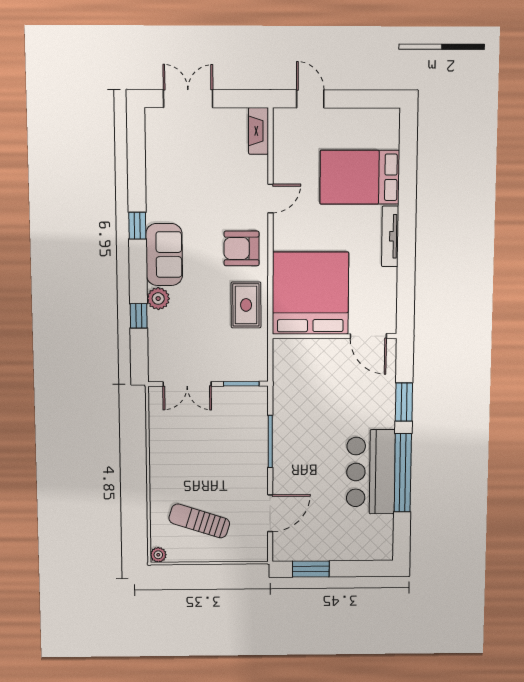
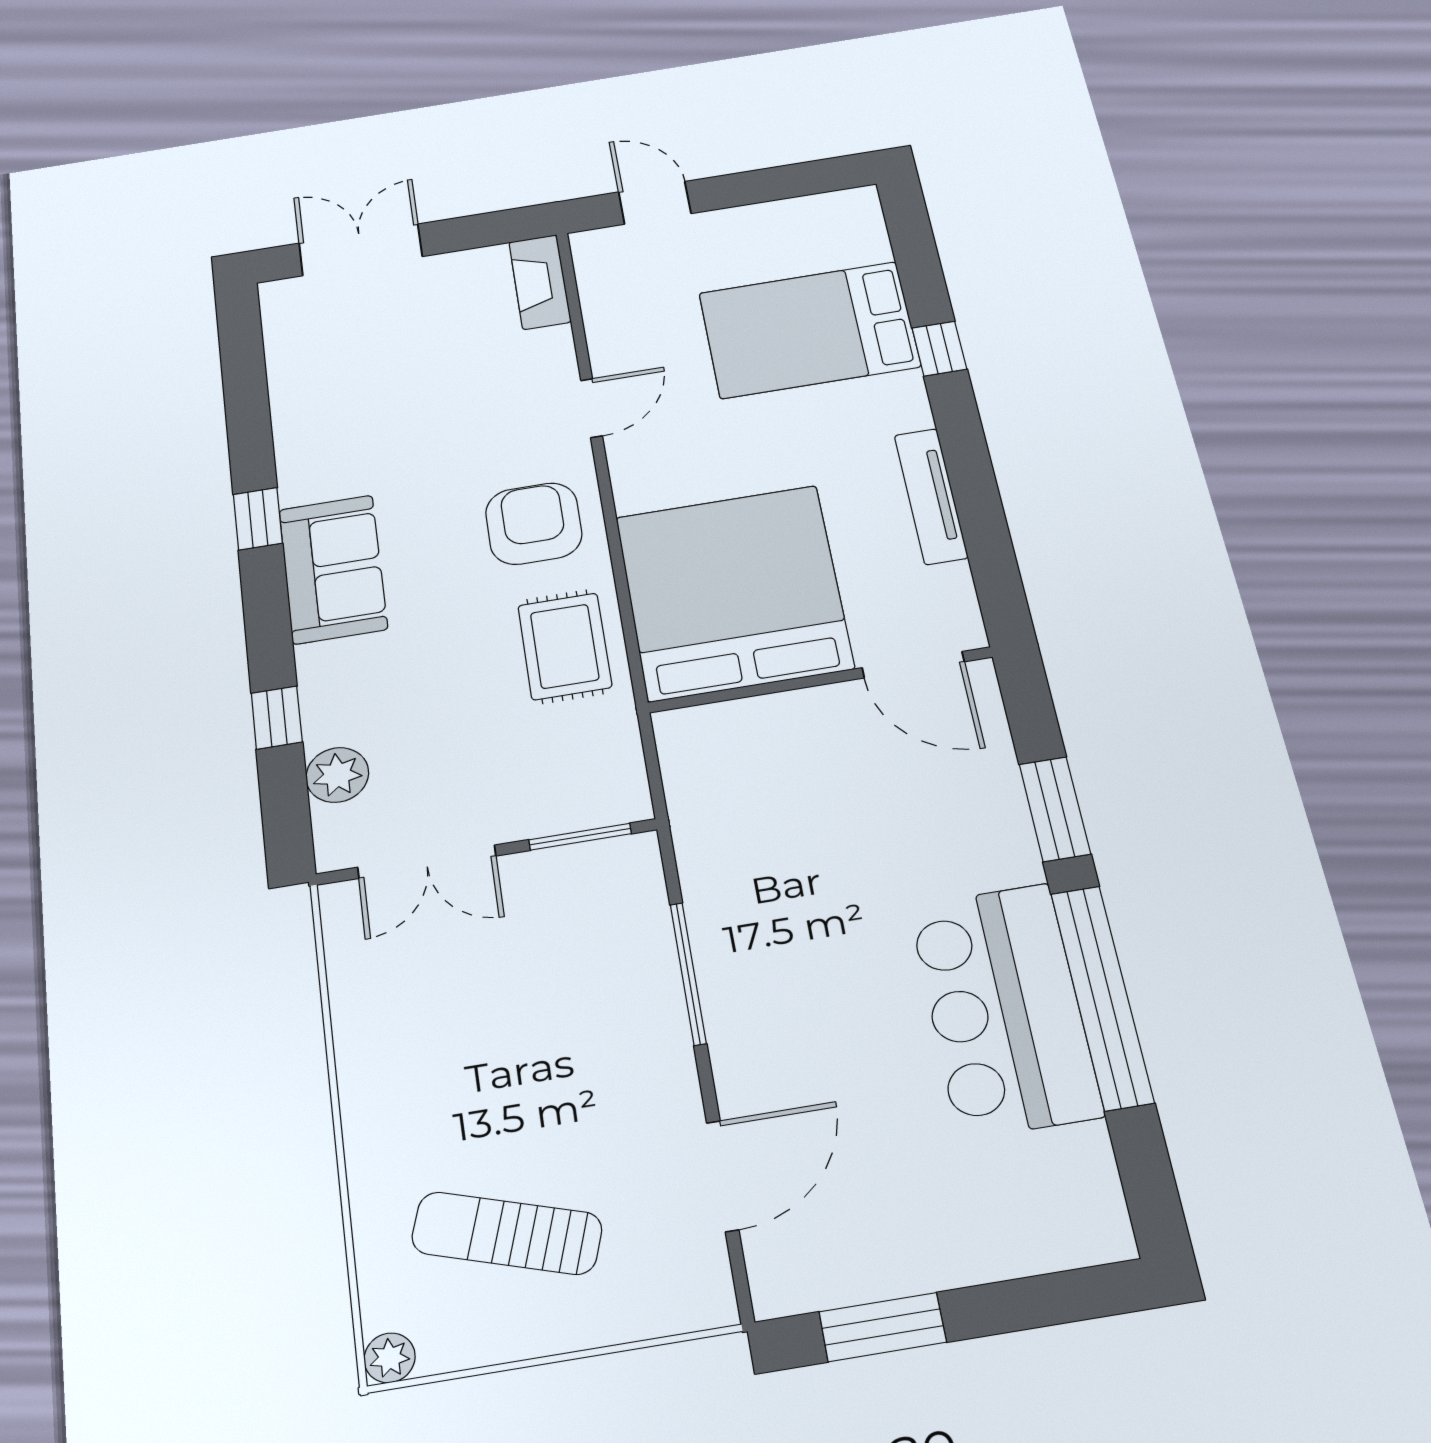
window: (407, 197) -> (939, 349), added
tv unit: (390, 236) -> (931, 496), moved
armchair: (242, 248) -> (534, 524), turned 90
plant: (158, 299) -> (337, 775), moved

